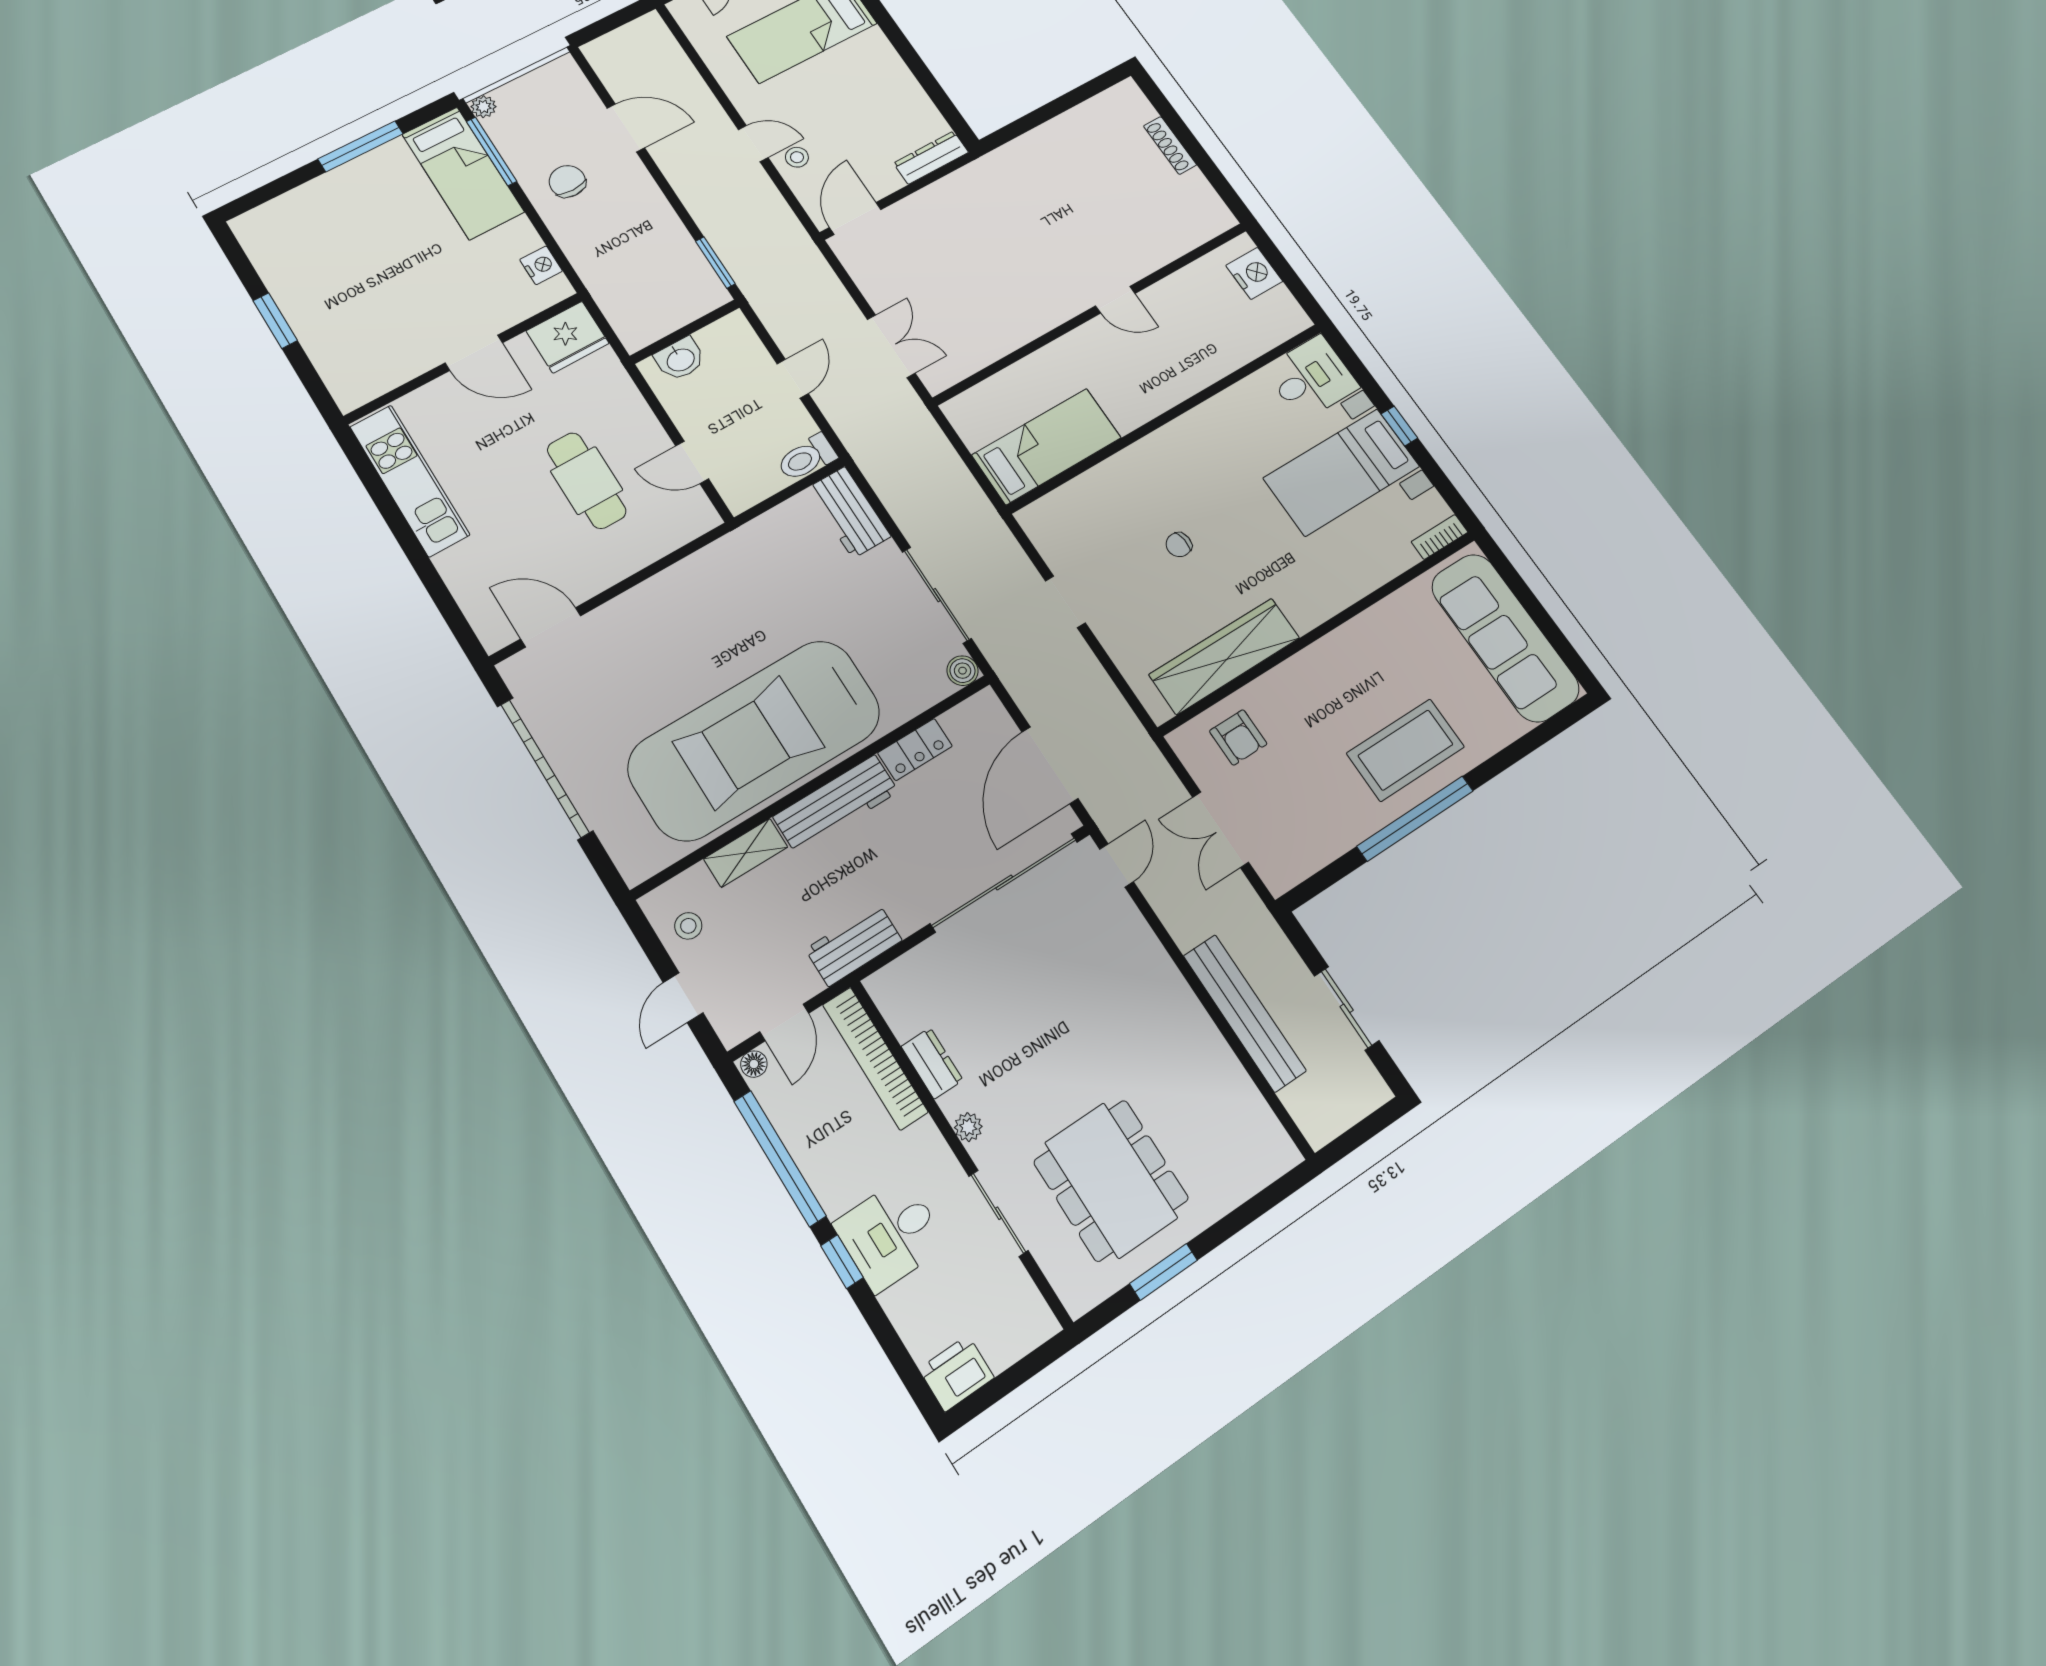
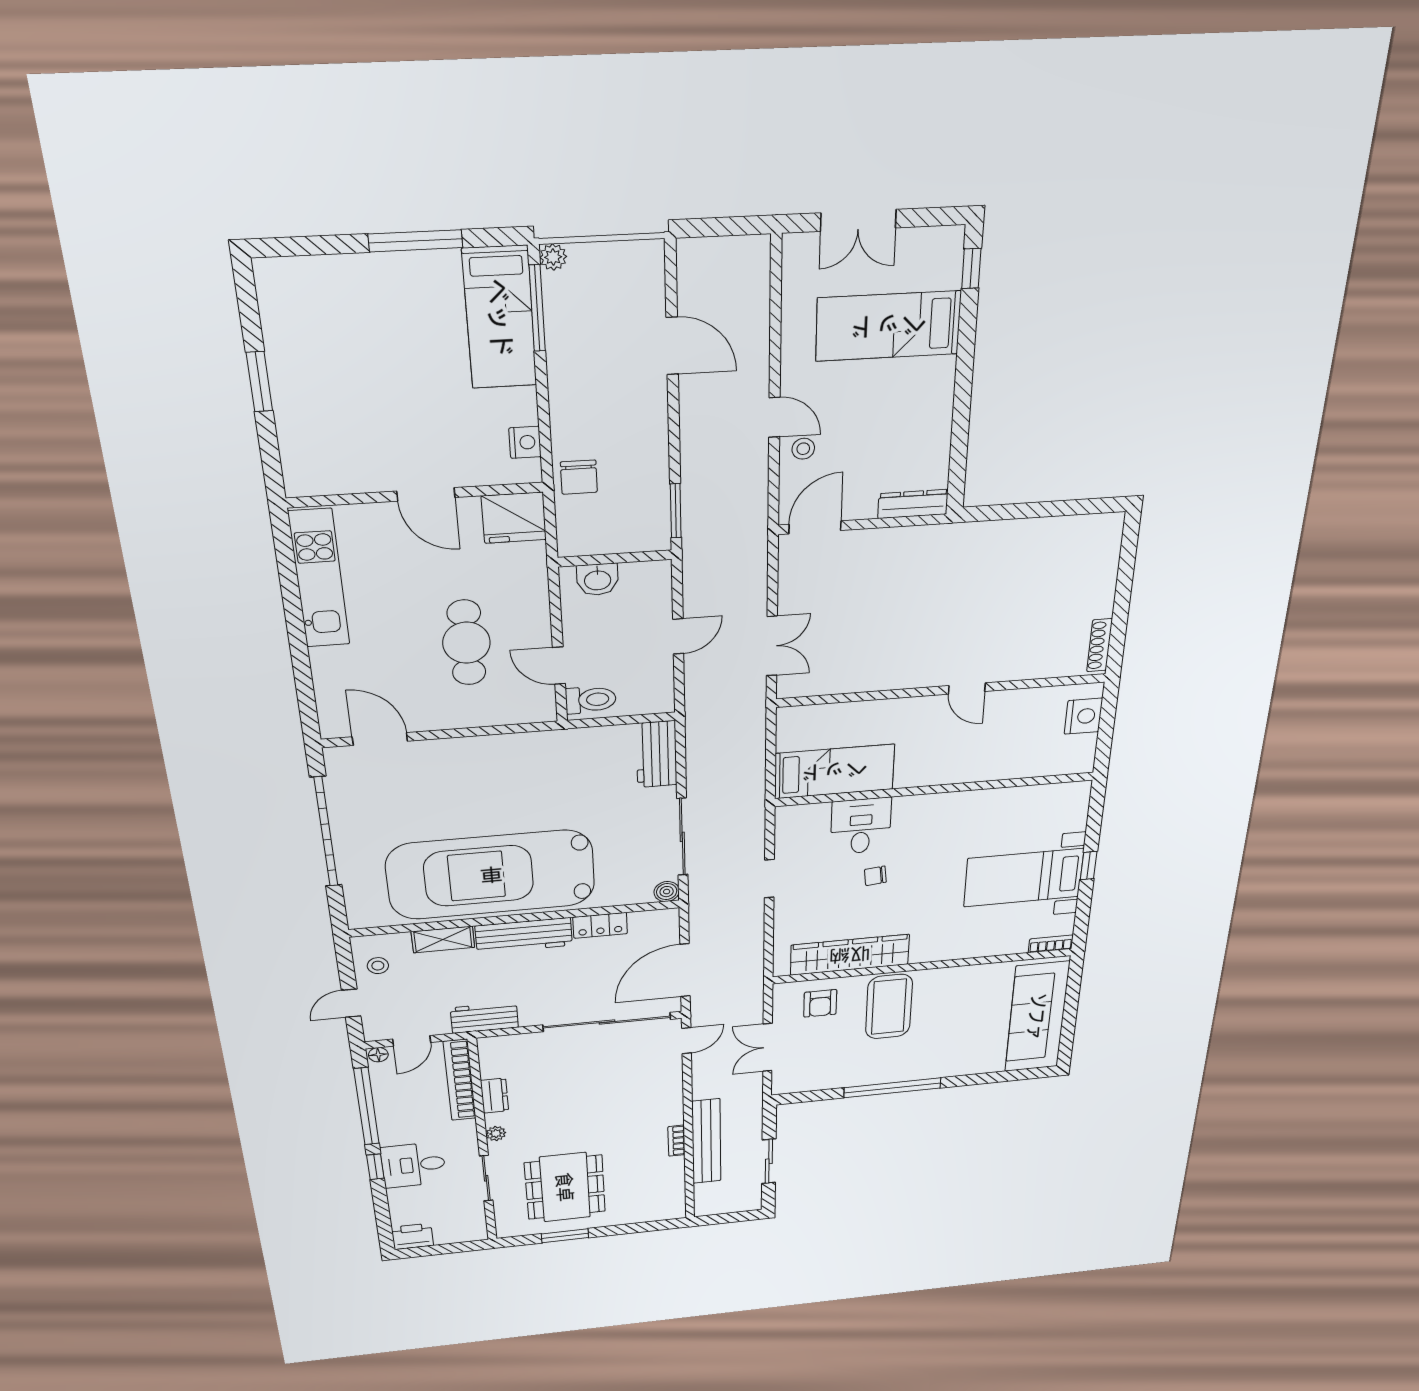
shoe rack: (1170, 145) -> (1100, 645), moved
chair: (567, 181) -> (579, 477), moved, turned 180
desk: (1311, 378) -> (861, 826), moved, turned -90
toilet: (807, 458) -> (591, 700), moved, turned 180
coffee table: (1405, 750) -> (889, 1007), moved, turned 90
bookcase: (1206, 1030) -> (676, 1141), added

